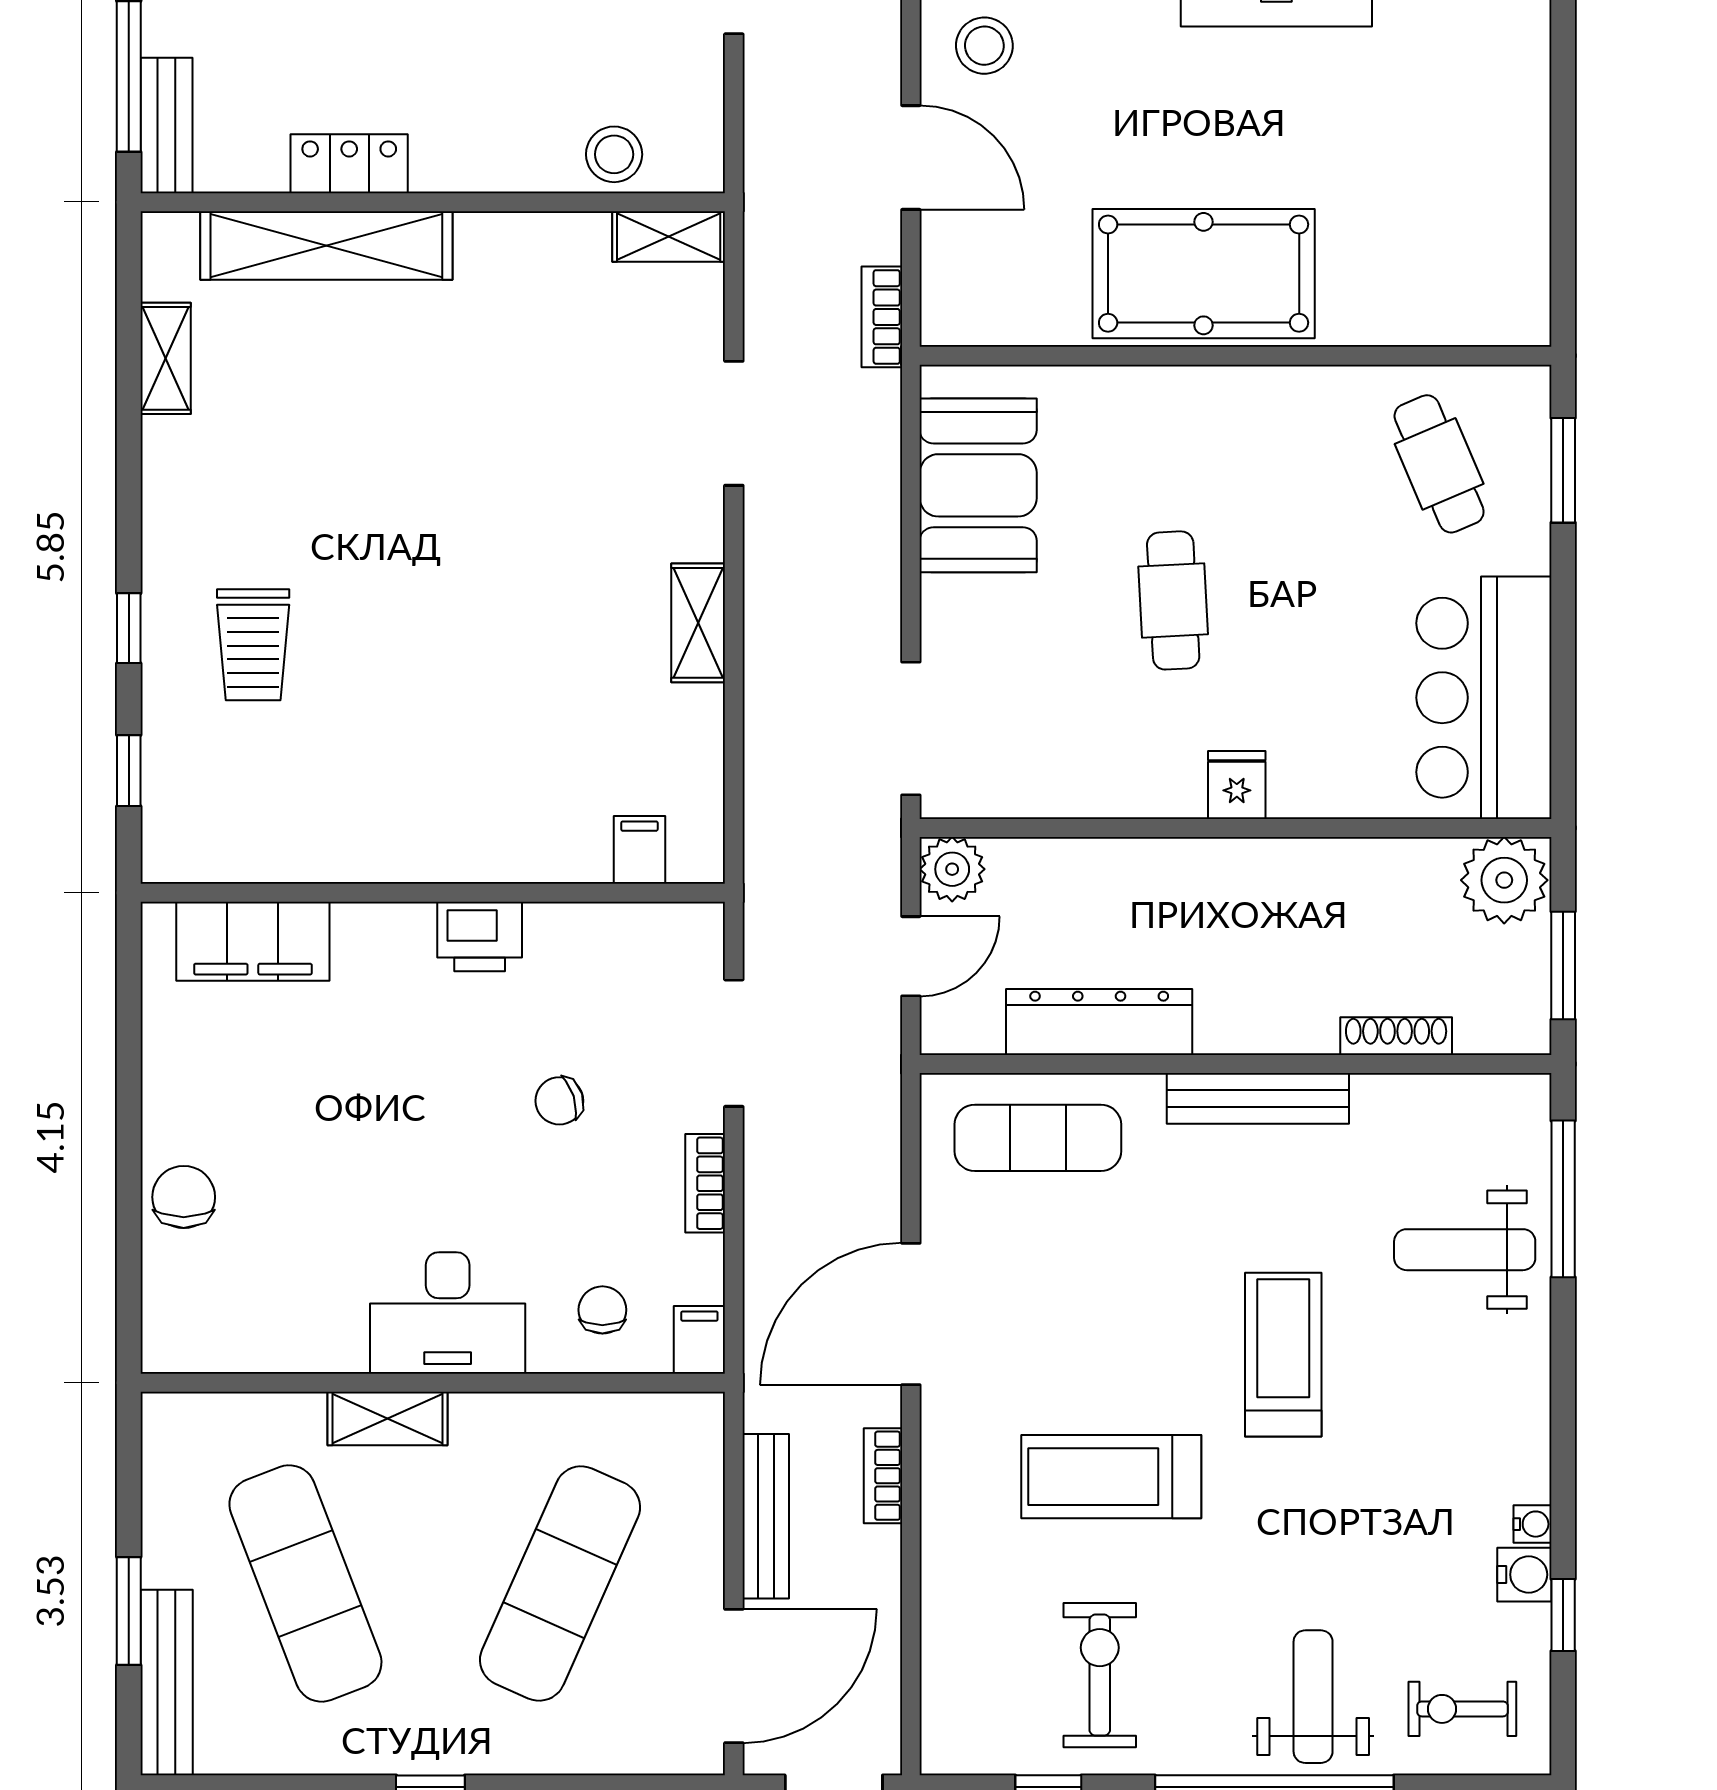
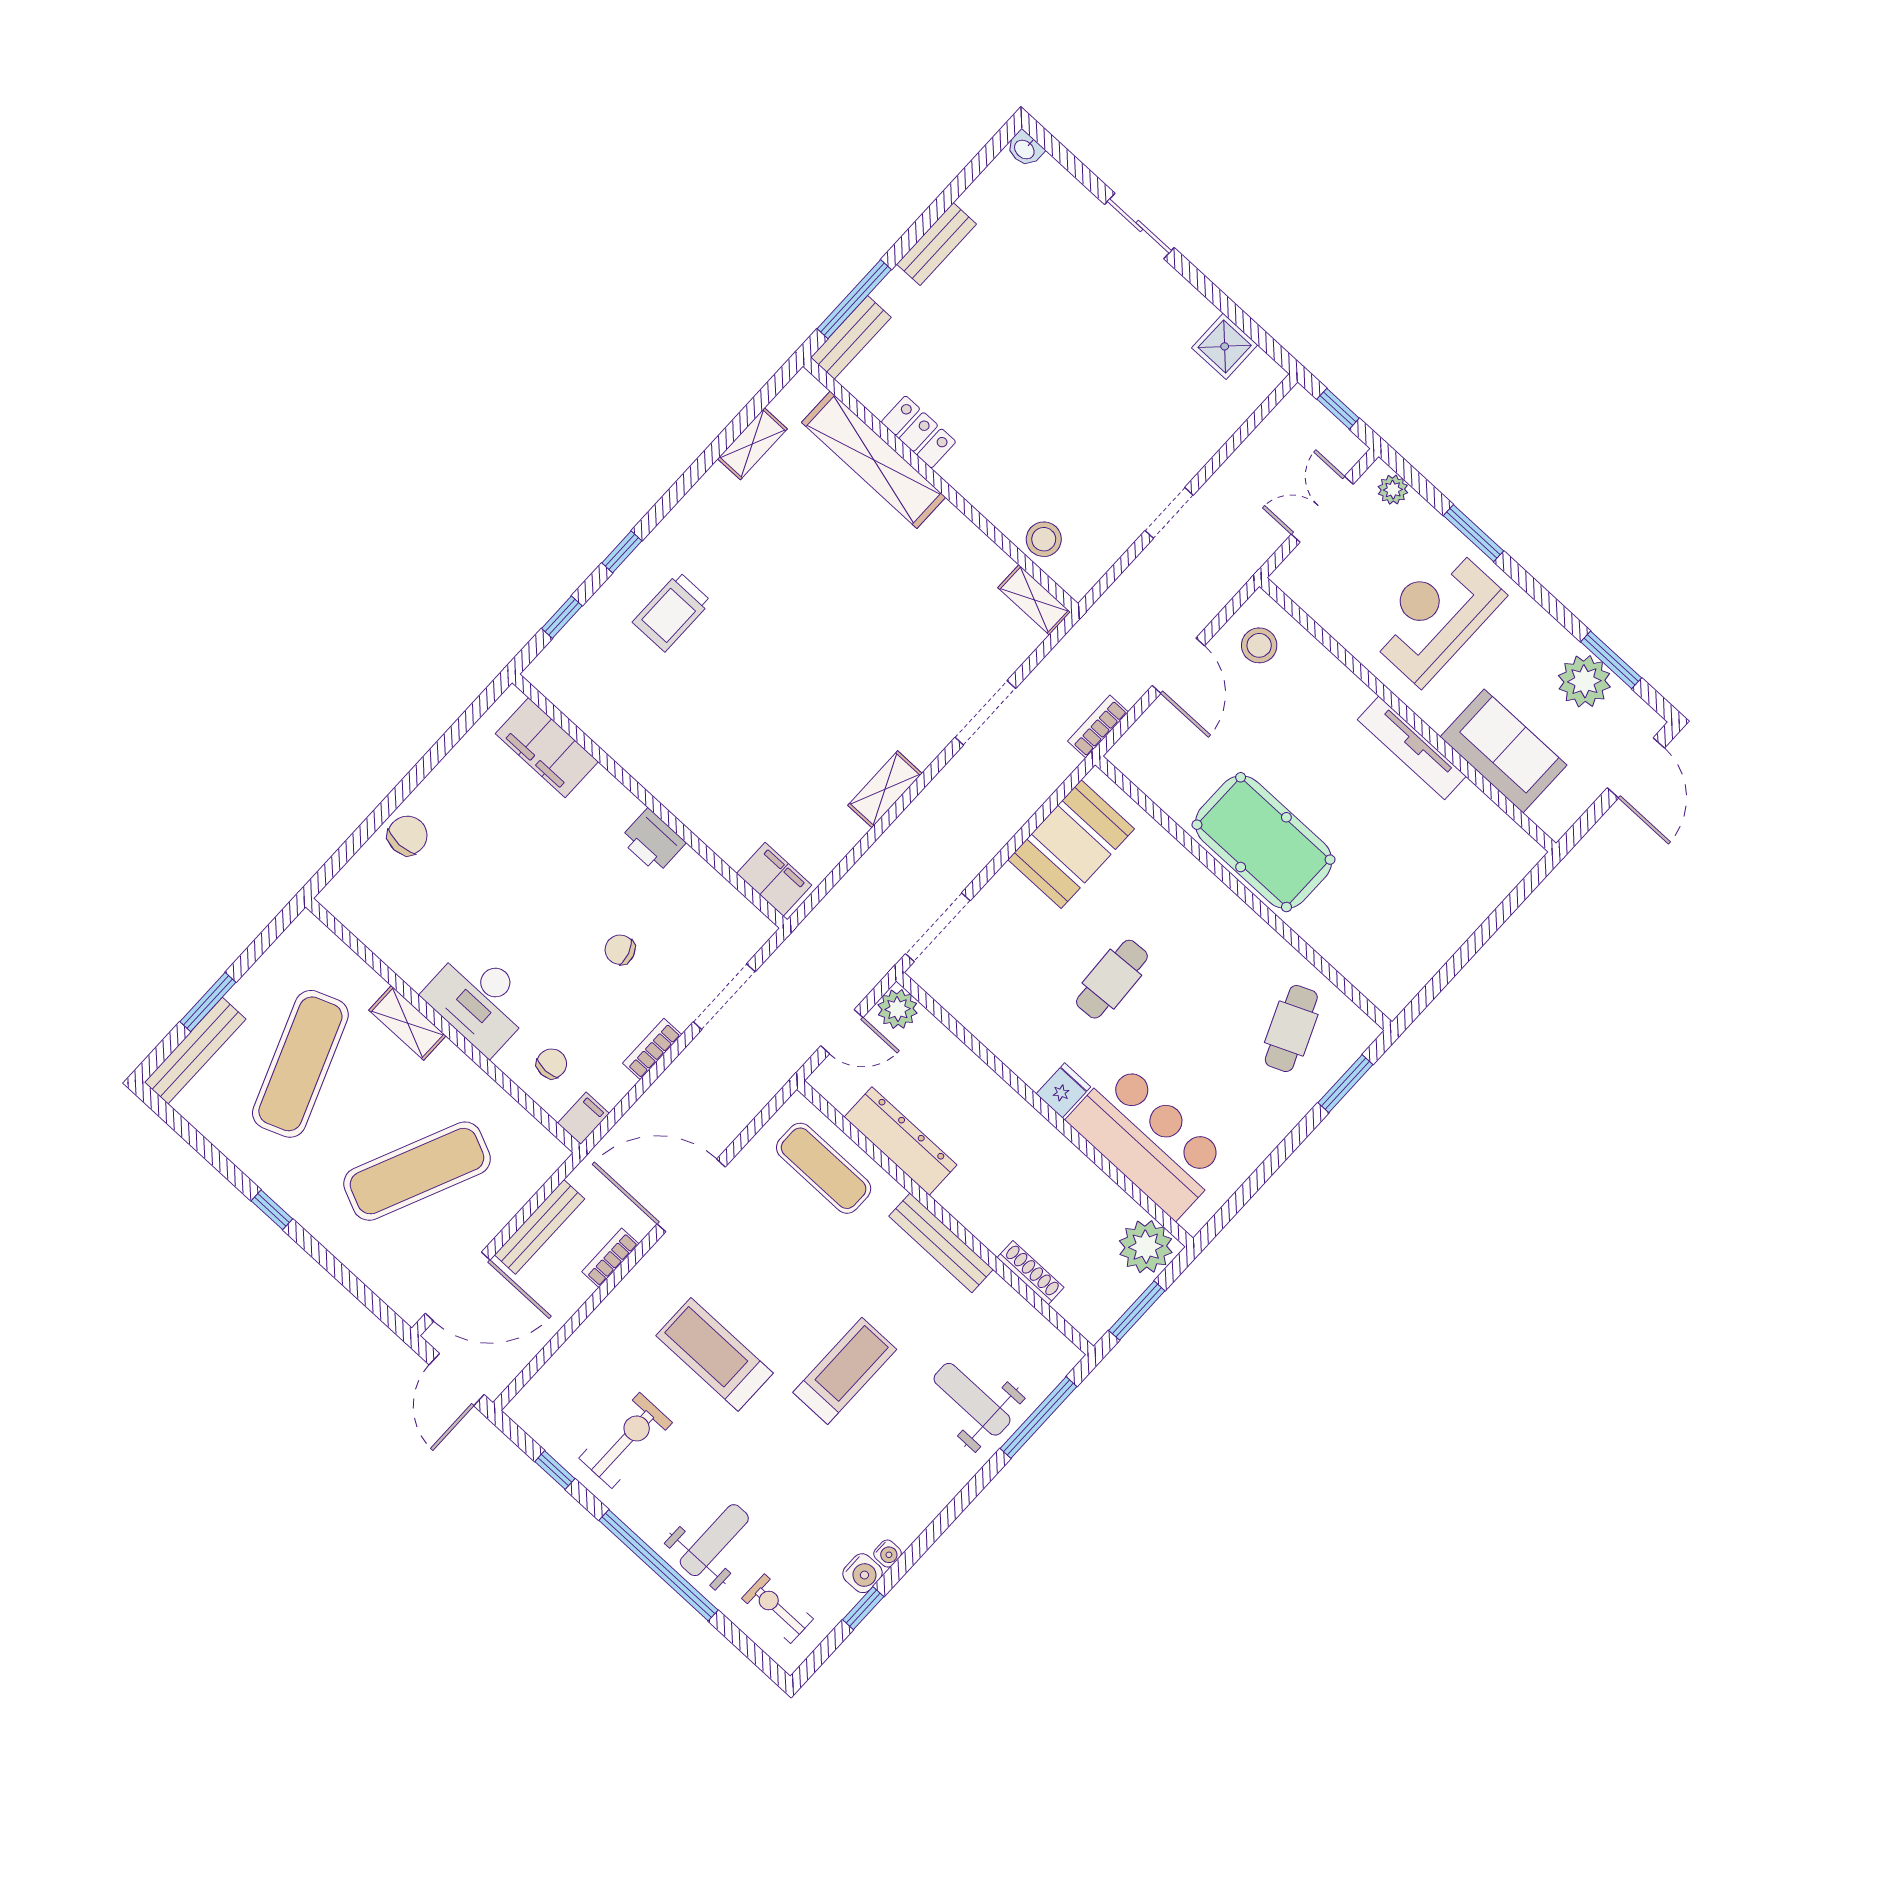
bar counter: (1484, 698) -> (1148, 1140), moved, turned 90
filing cabinet: (639, 850) -> (774, 879), width x2.00

